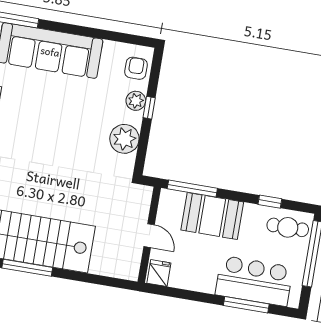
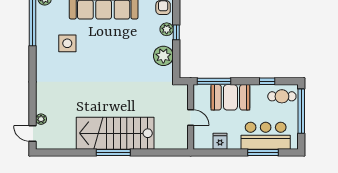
fridge: (159, 273) -> (220, 141), moved

